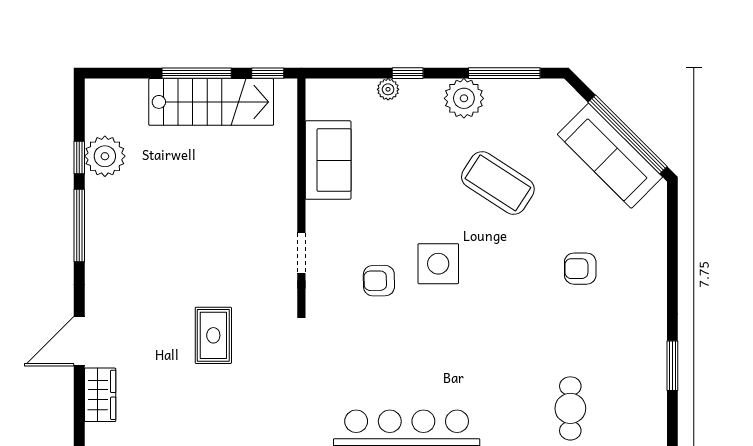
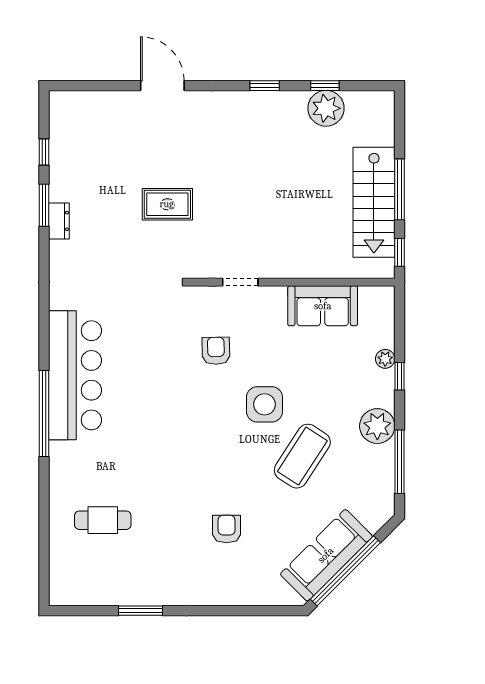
window: (79, 226) -> (265, 86), width x0.46
side table: (438, 264) -> (264, 404), moved
wardrobe: (100, 395) -> (115, 104), removed

